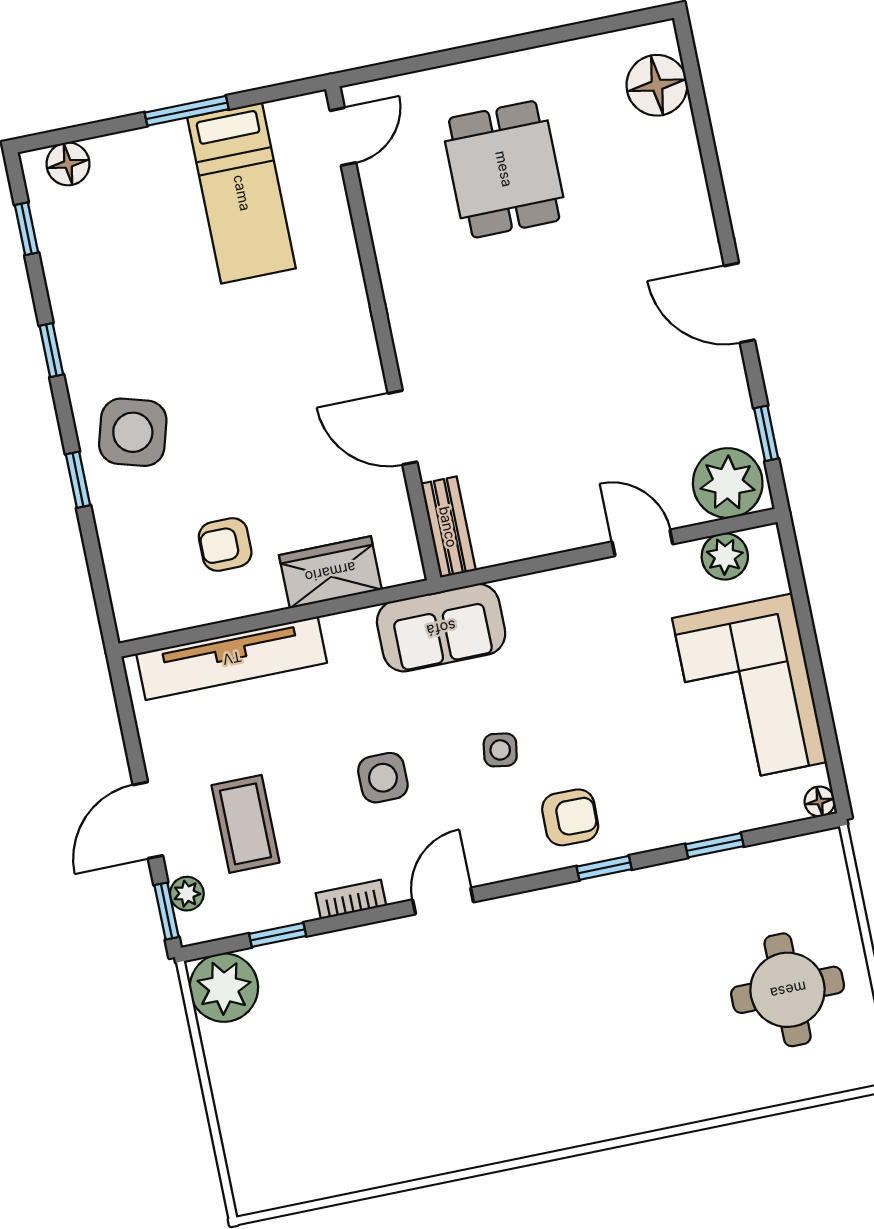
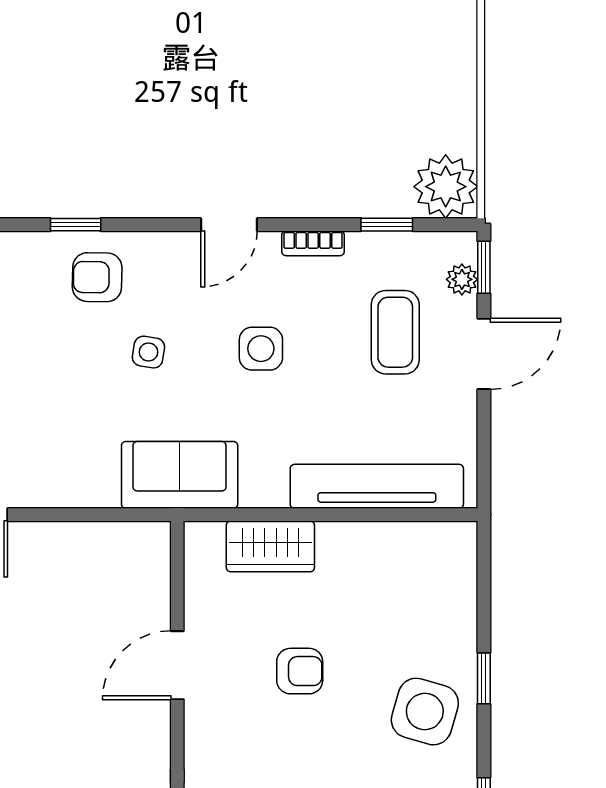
door: (403, 428) -> (177, 665), swing flipped
bench: (448, 527) -> (154, 566), removed
armchair: (225, 545) -> (300, 671), moved

